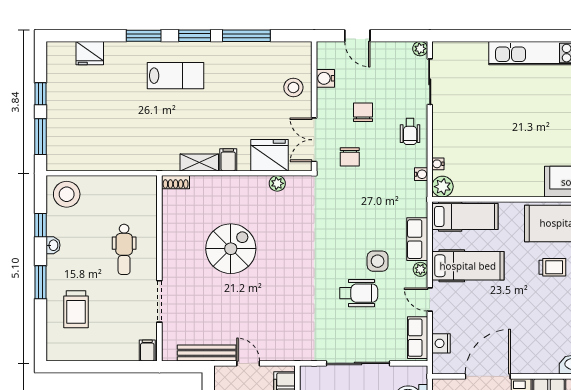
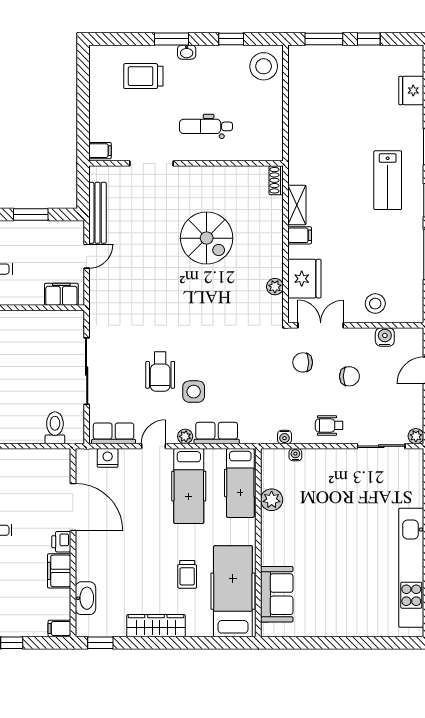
plant: (442, 187) -> (272, 500), moved
washbasin: (53, 245) -> (187, 52), moved

